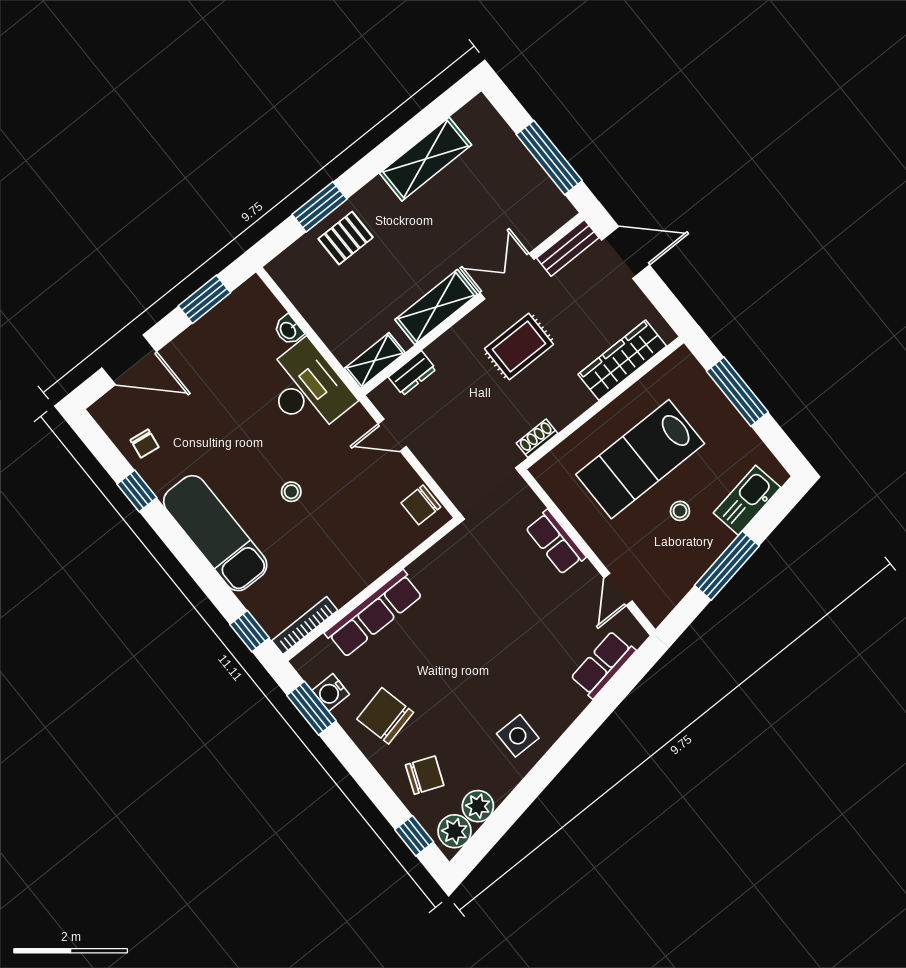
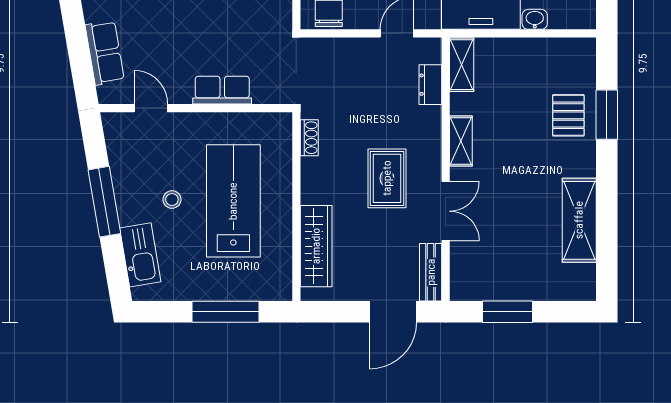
window: (549, 158) -> (507, 312), width x0.69
shelving: (436, 307) -> (461, 141), width x0.67, depth x0.75

